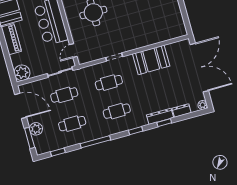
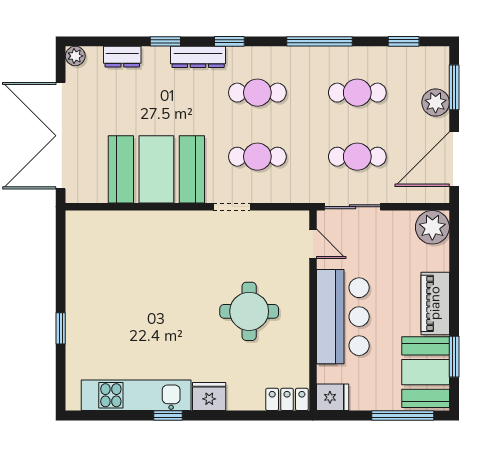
door: (73, 51) -> (313, 244), hinge flipped
booth: (151, 60) -> (156, 169), width x1.36, depth x1.42
door: (21, 106) -> (454, 159), hinge flipped
dresser: (160, 116) -> (198, 57), moved

